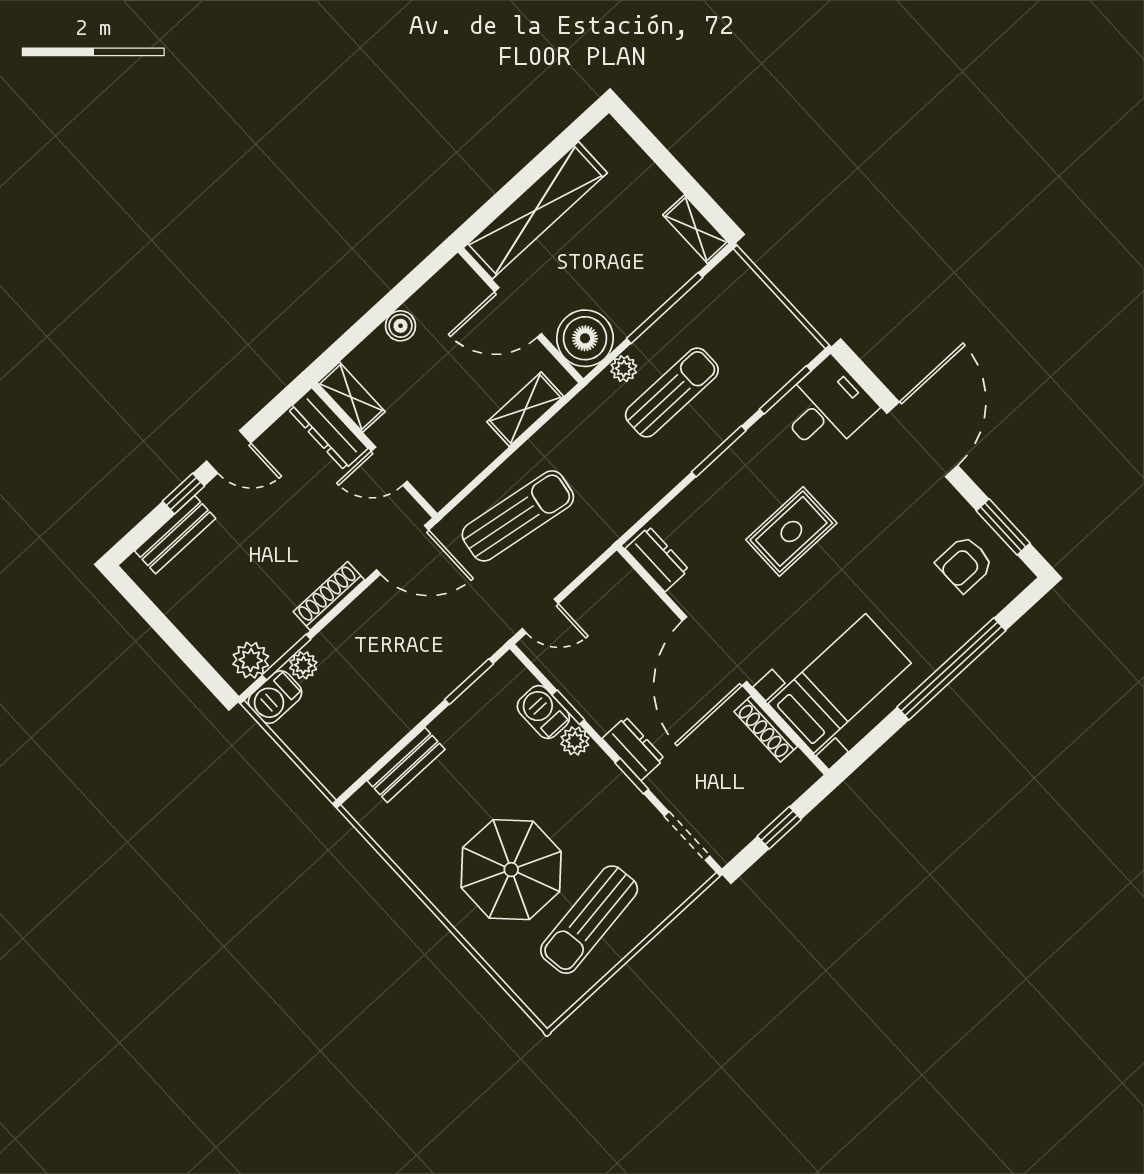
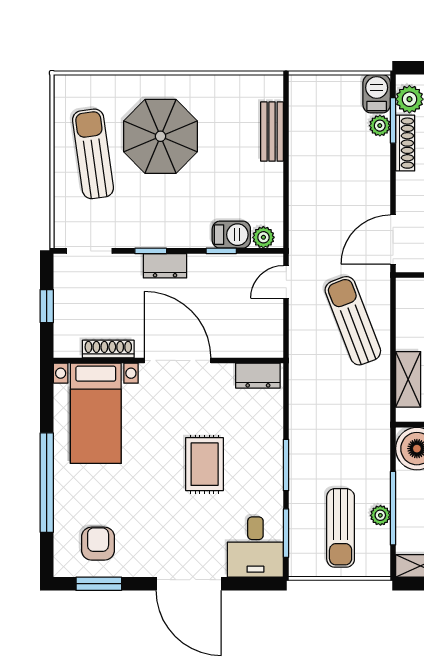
plant: (624, 369) -> (380, 515), moved
sun lounger: (672, 392) -> (341, 528), moved
sun lounger: (518, 516) -> (353, 321), turned 150
shoe rack: (329, 596) -> (405, 143), moved
window: (469, 682) -> (286, 209), removed
plant: (575, 741) -> (263, 237), moved

